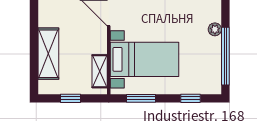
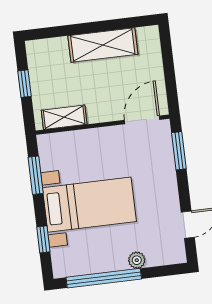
shelving: (48, 54) -> (103, 45), moved
bed with nightstands: (144, 59) -> (89, 205), moved, turned -90

